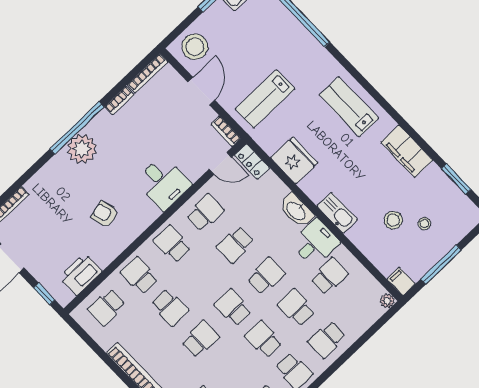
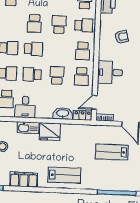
lab bench: (265, 99) -> (112, 152), moved, turned -90
fridge: (294, 160) -> (50, 132), moved
washbasin: (296, 211) -> (63, 113), moved
school desk: (172, 244) -> (83, 51), turned 90
school desk: (266, 276) -> (32, 74), turned 90
school desk: (170, 307) -> (59, 24), turned 90

